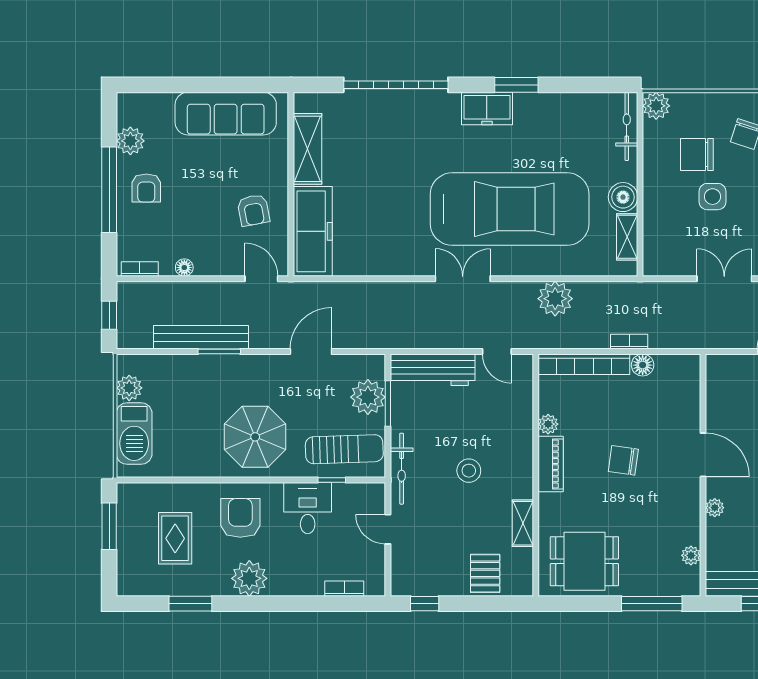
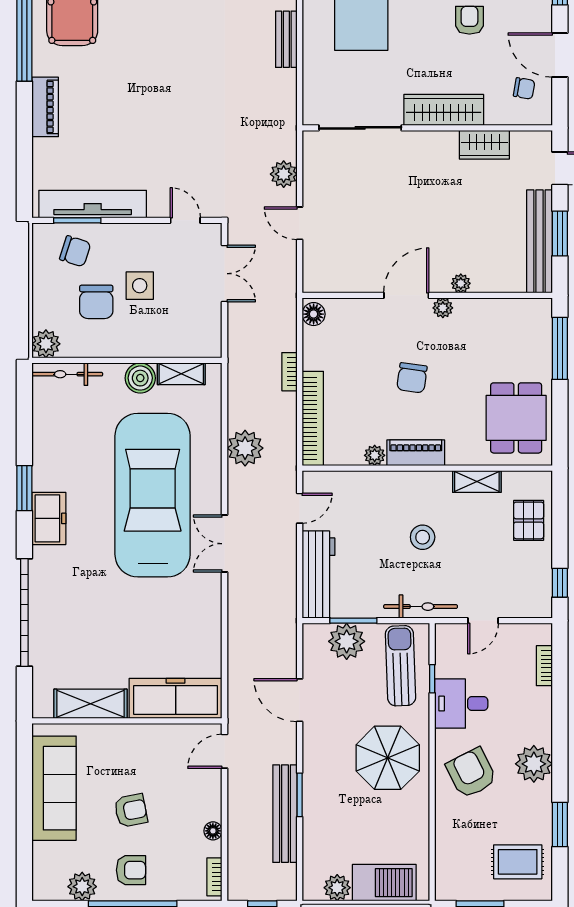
armchair: (253, 210) -> (131, 810), moved
double door: (724, 279) -> (225, 274), swing flipped
floor lamp: (643, 365) -> (314, 314), moved
armchair: (240, 518) -> (471, 773), turned 63
rug: (175, 538) -> (518, 862), moved
plant: (691, 555) -> (443, 308), moved
pallet: (485, 573) -> (529, 520), turned 90

